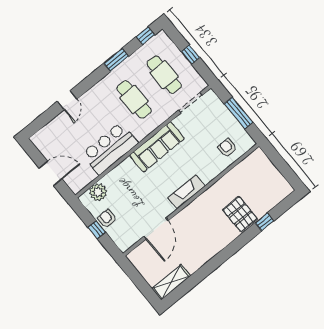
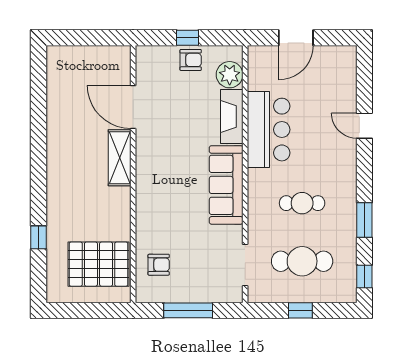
cafe table: (134, 100) -> (302, 203), width x0.73, depth x0.74
fireplace: (187, 192) -> (232, 116), moved, turned 180
pallet: (240, 214) -> (98, 264), moved, width x1.37, depth x1.41
shelving: (171, 282) -> (120, 158), moved

